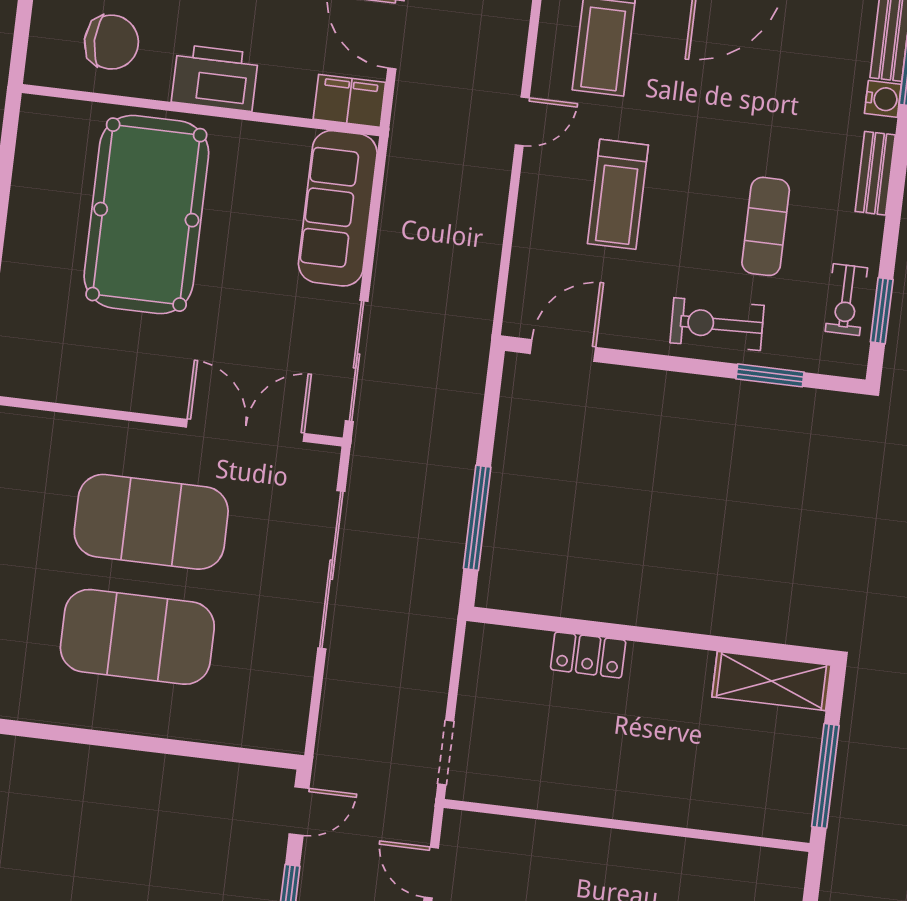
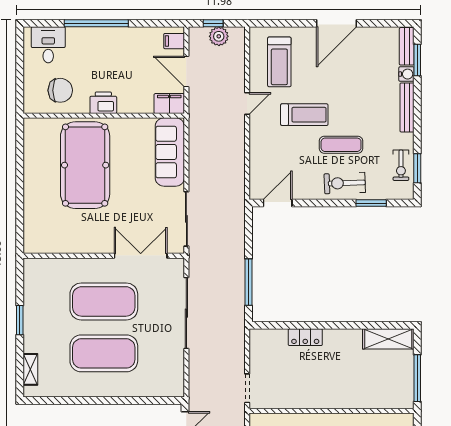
printer: (215, 78) -> (103, 103), width x0.73, depth x0.84
bench: (875, 173) -> (407, 107), width x1.36
treadmill: (618, 194) -> (304, 115), moved, turned -90
exercise mat: (766, 226) -> (341, 145), moved, turned 90

